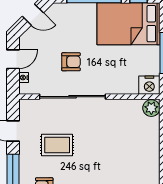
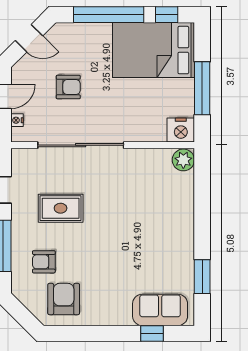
armchair: (71, 62) -> (68, 87), moved

